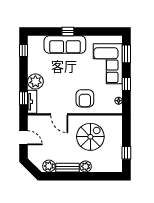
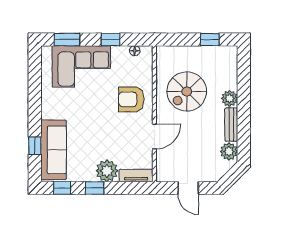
window: (68, 31) -> (35, 146), moved
sofa: (65, 44) -> (53, 150), moved
window: (24, 98) -> (95, 188), moved
armchair: (85, 98) -> (131, 99), turned 180
spiral stairs: (90, 137) -> (187, 91), turned -90
door: (24, 138) -> (188, 188), swing flipped

